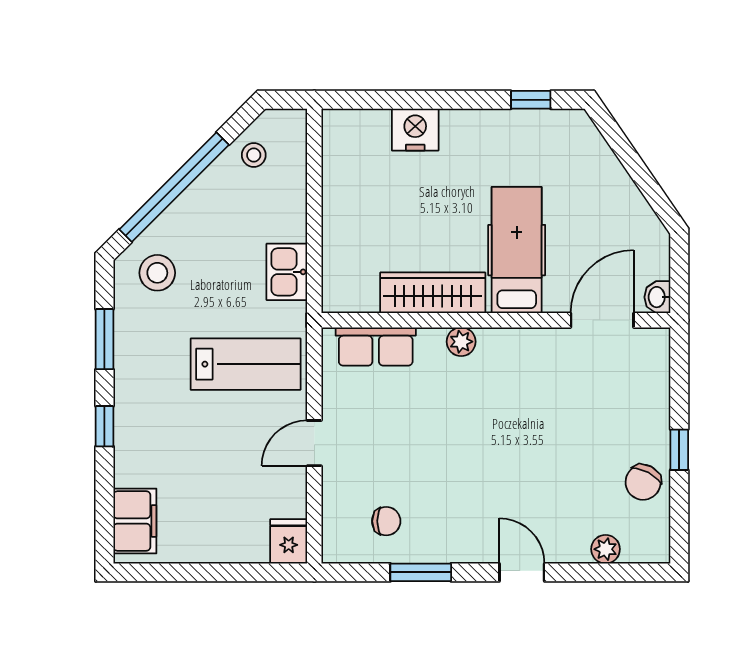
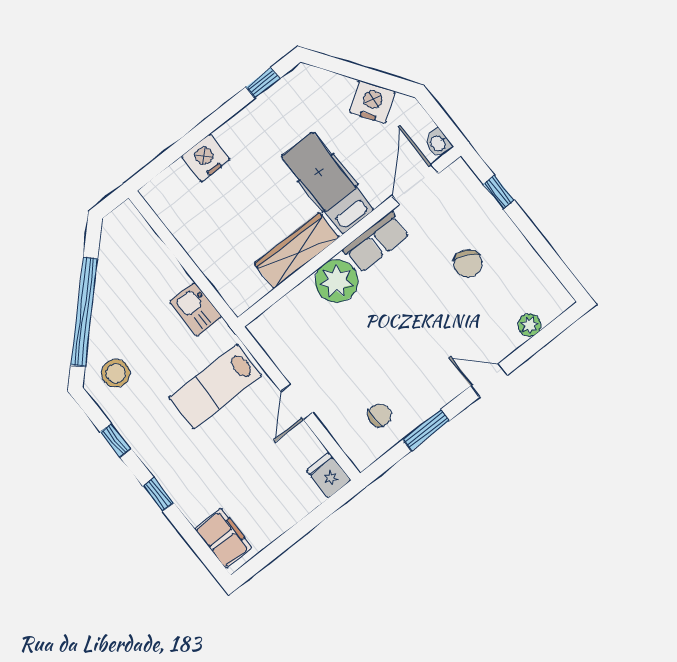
stool: (254, 155) -> (118, 253), removed
nightstand: (624, 205) -> (372, 102), added
window: (104, 339) -> (116, 440), width x0.67
plant: (461, 342) -> (337, 281), width x1.88, depth x1.88
row of seats: (376, 346) -> (376, 242), moved
lab bench: (246, 364) -> (215, 387), turned 180
window: (679, 450) -> (499, 192), moved
chair: (643, 482) -> (468, 264), moved

